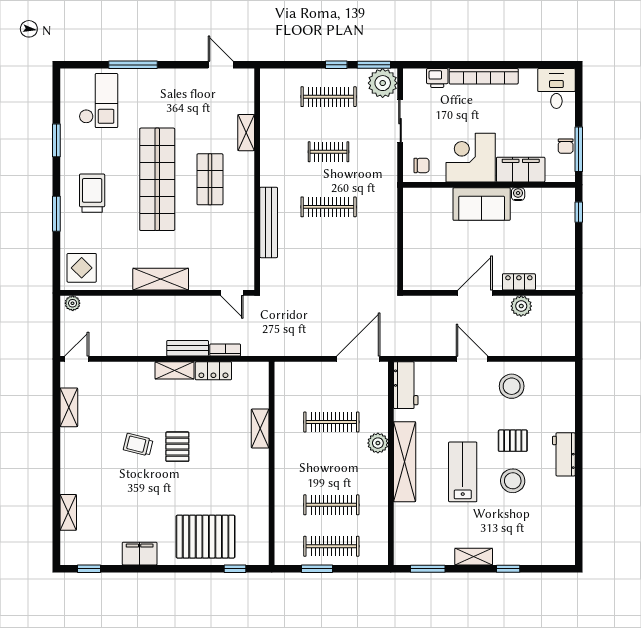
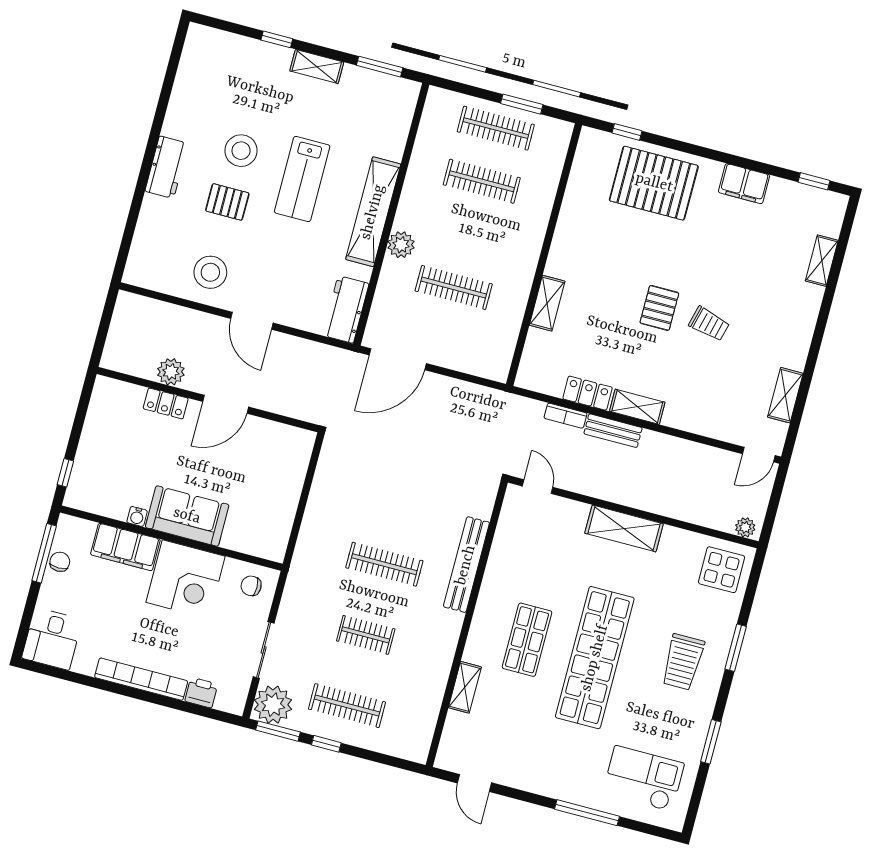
checkout: (98, 101) -> (643, 779), turned 90

